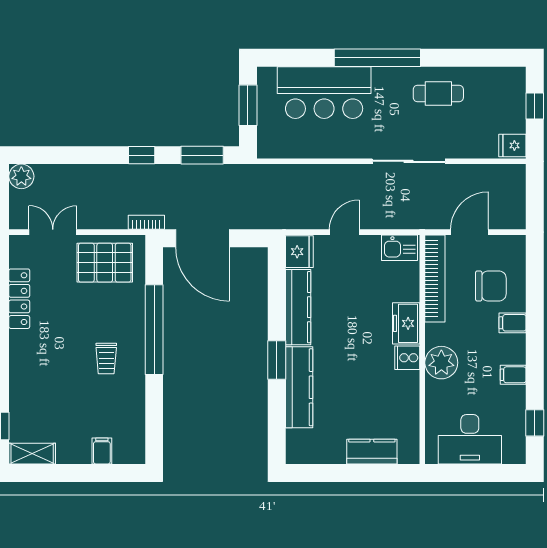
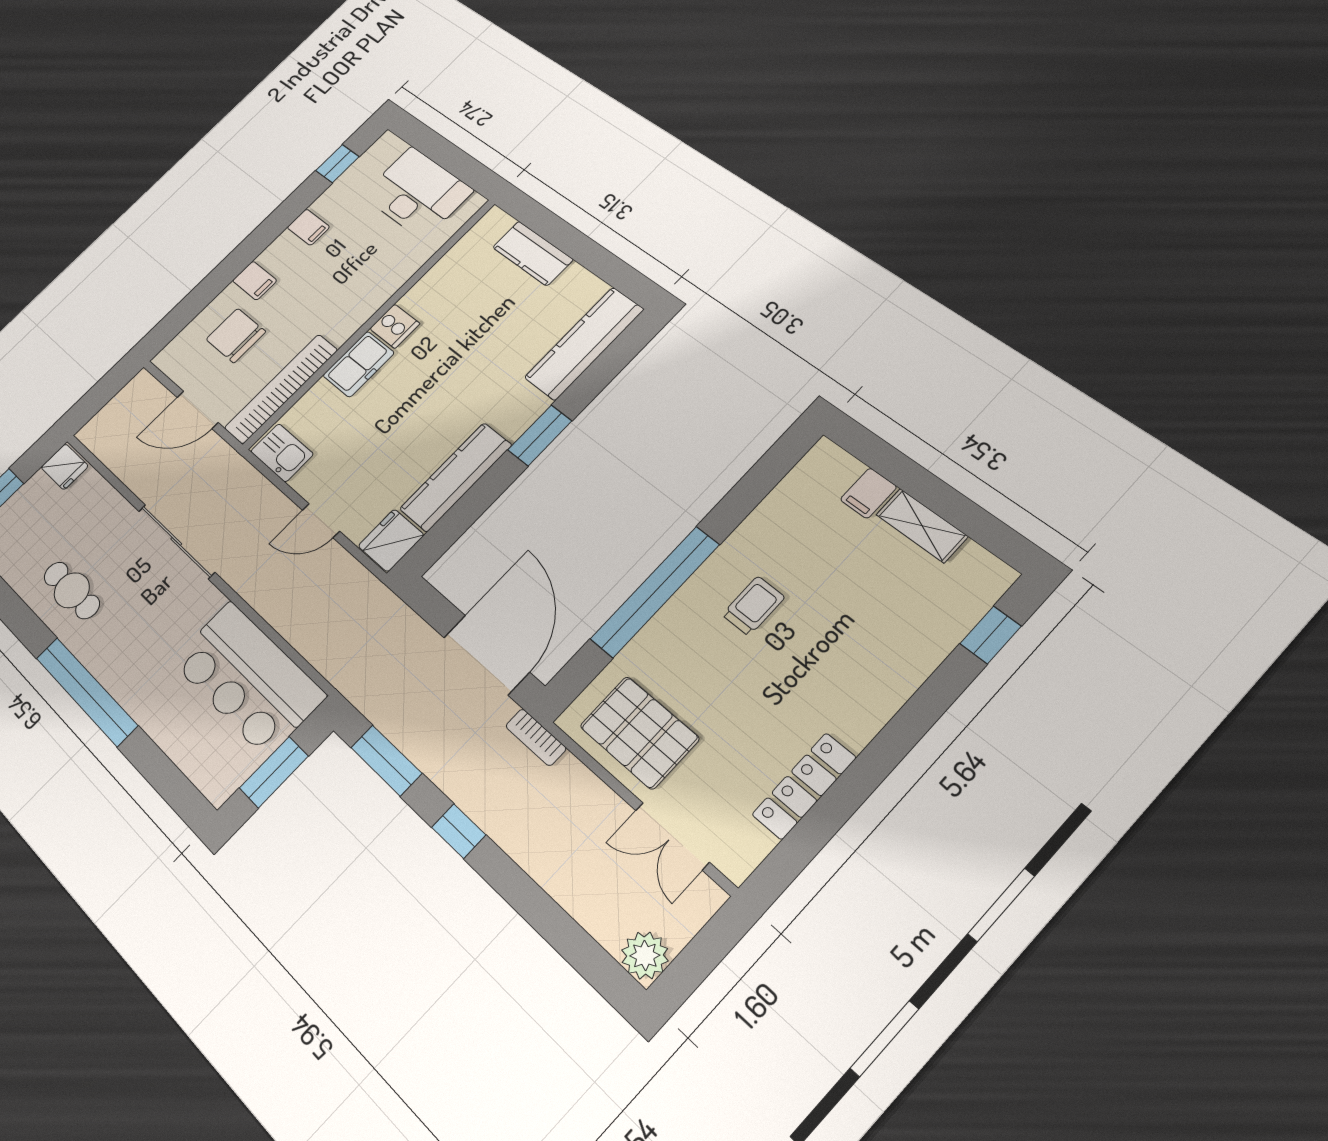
bar counter: (324, 93) -> (248, 678), moved, turned 180
plant: (441, 363) -> (365, 294), removed
kitchen counter: (299, 387) -> (584, 343), moved
shelving: (32, 454) -> (922, 525), moved

